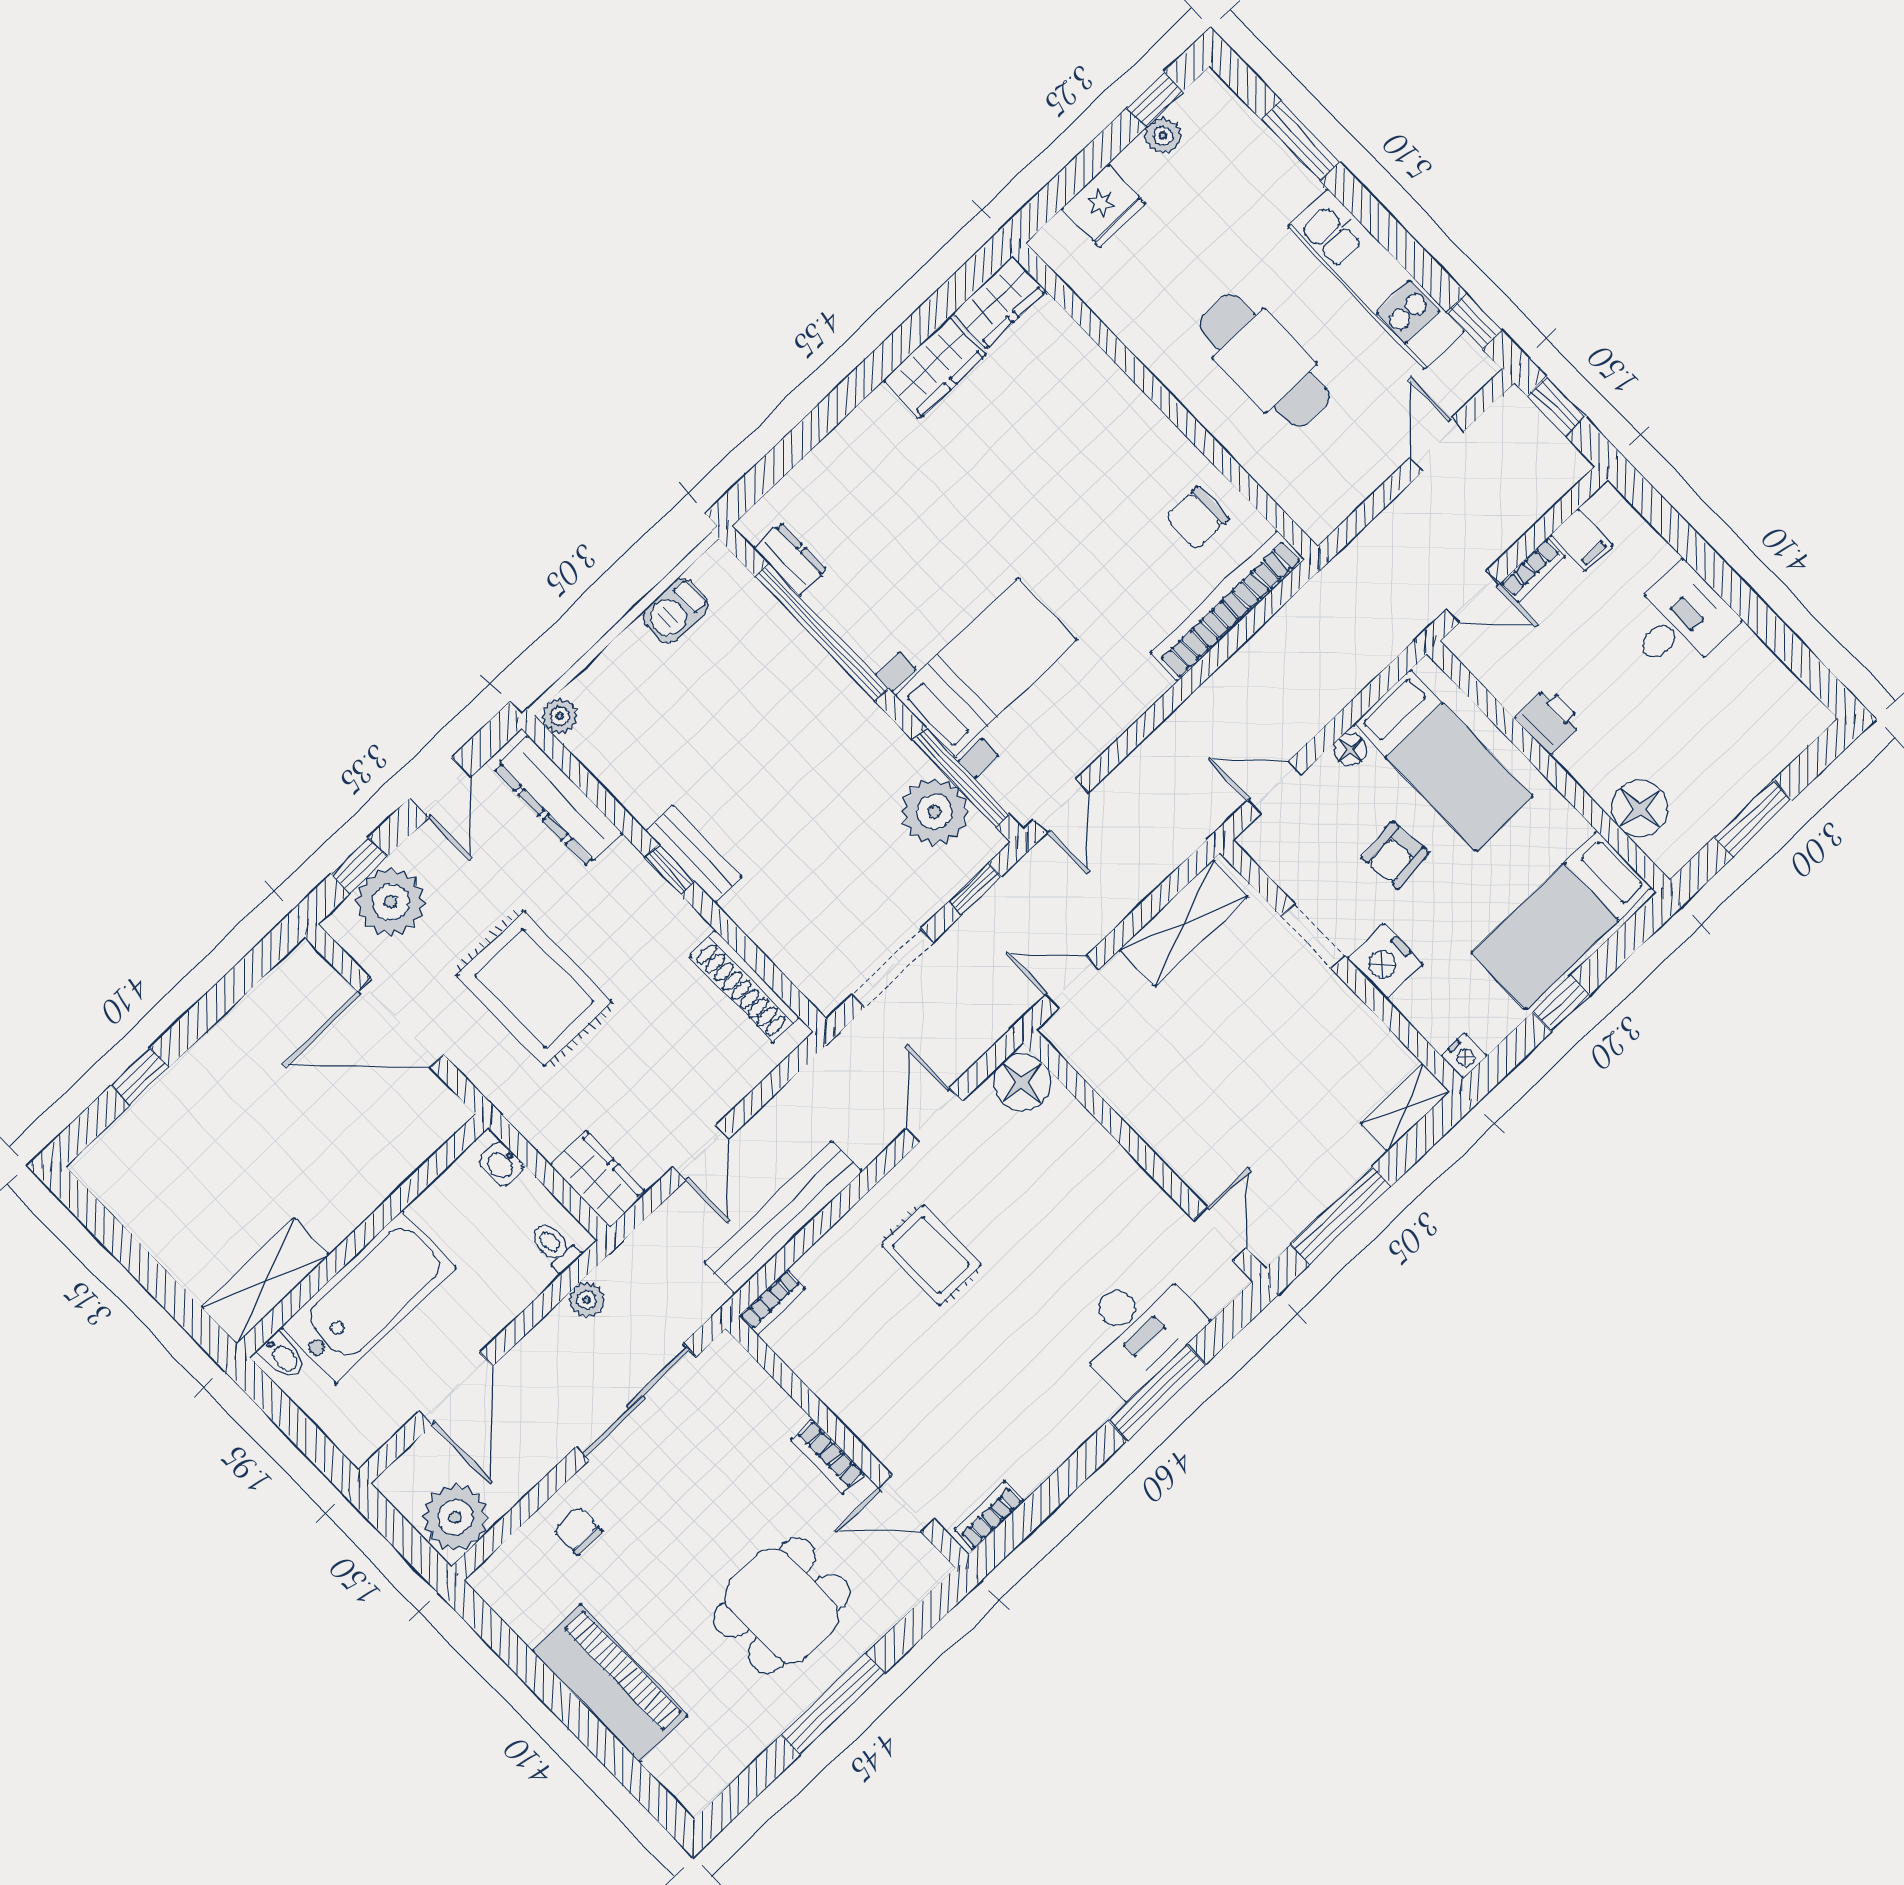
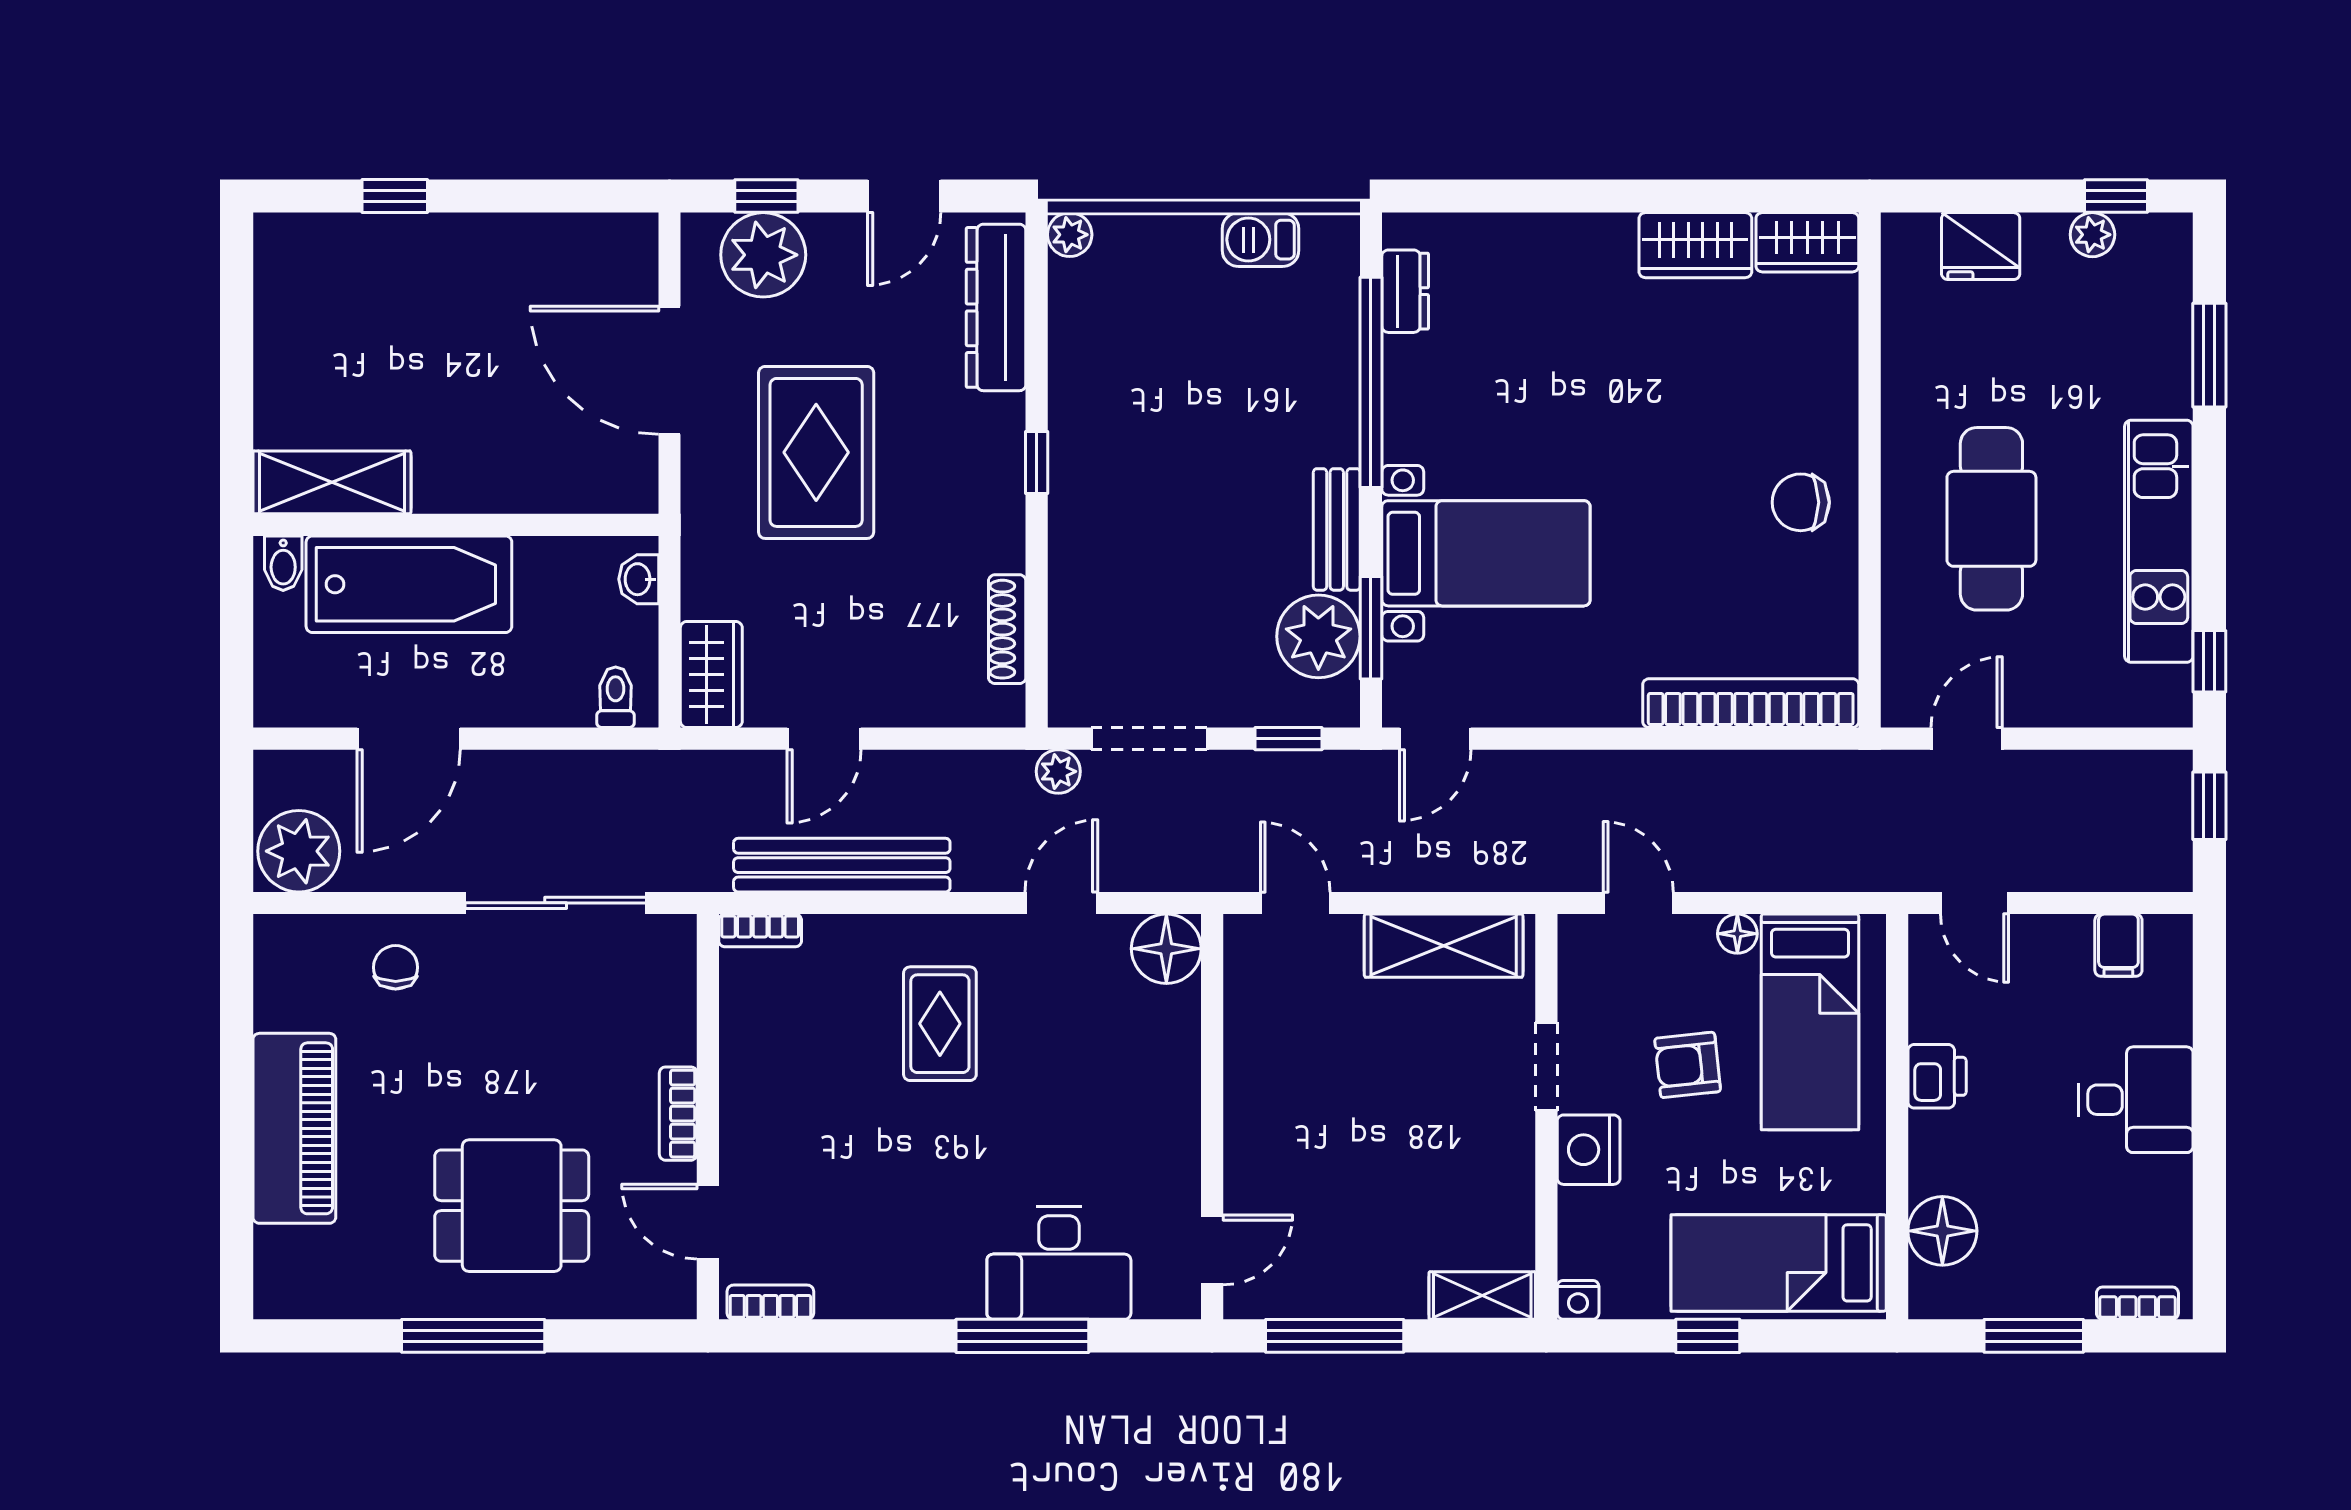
door: (1437, 445) -> (1967, 739), moved
chair: (1197, 518) -> (1801, 502), moved
bookcase: (1533, 570) -> (2137, 1303), moved, turned 180
window: (961, 777) -> (1371, 628), width x0.69
bench: (694, 854) -> (1337, 529), moved
shoe rack: (744, 987) -> (1007, 629), width x0.74, depth x0.81
plant: (587, 1300) -> (1058, 771), moved

